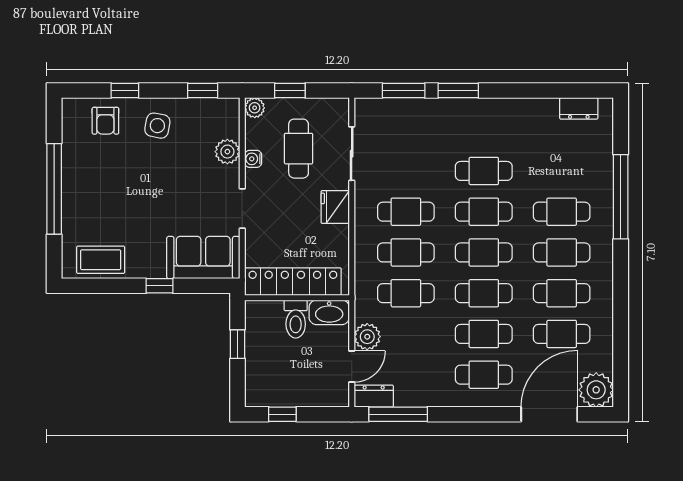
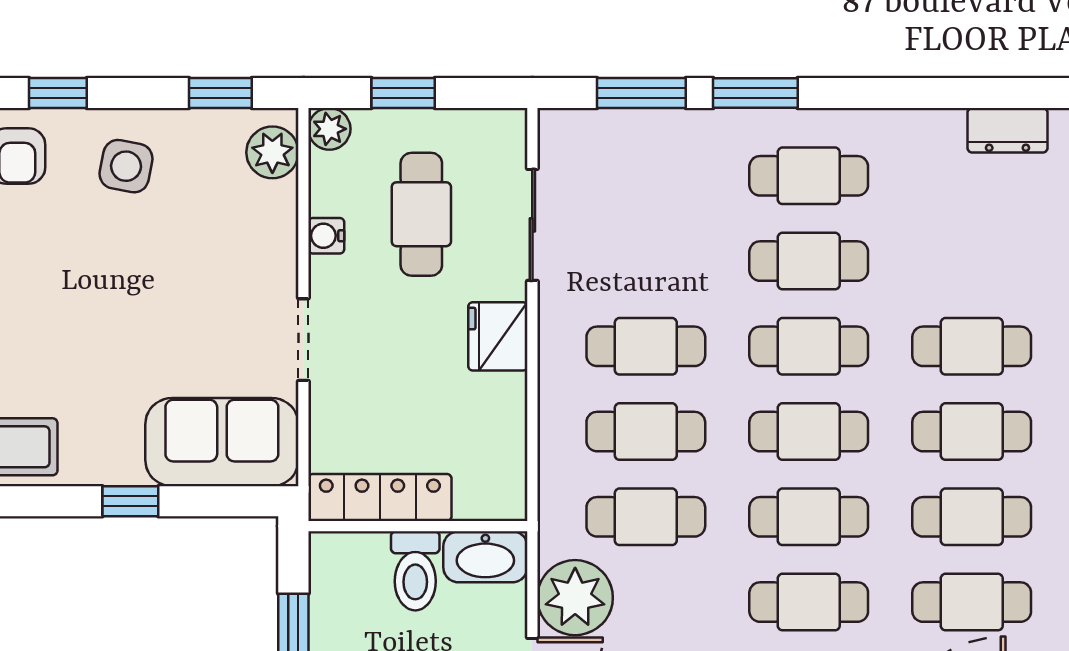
cafe table: (484, 130) -> (809, 176), added
plant: (227, 152) -> (272, 152), moved
locker: (293, 282) -> (380, 497), width x0.71, depth x0.83
plant: (367, 337) -> (575, 598), width x1.36, depth x1.36

